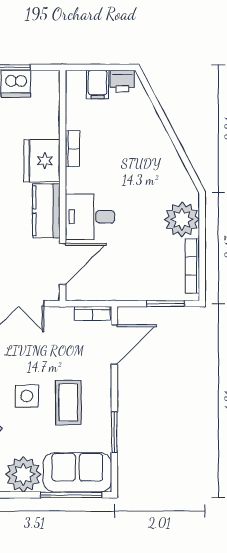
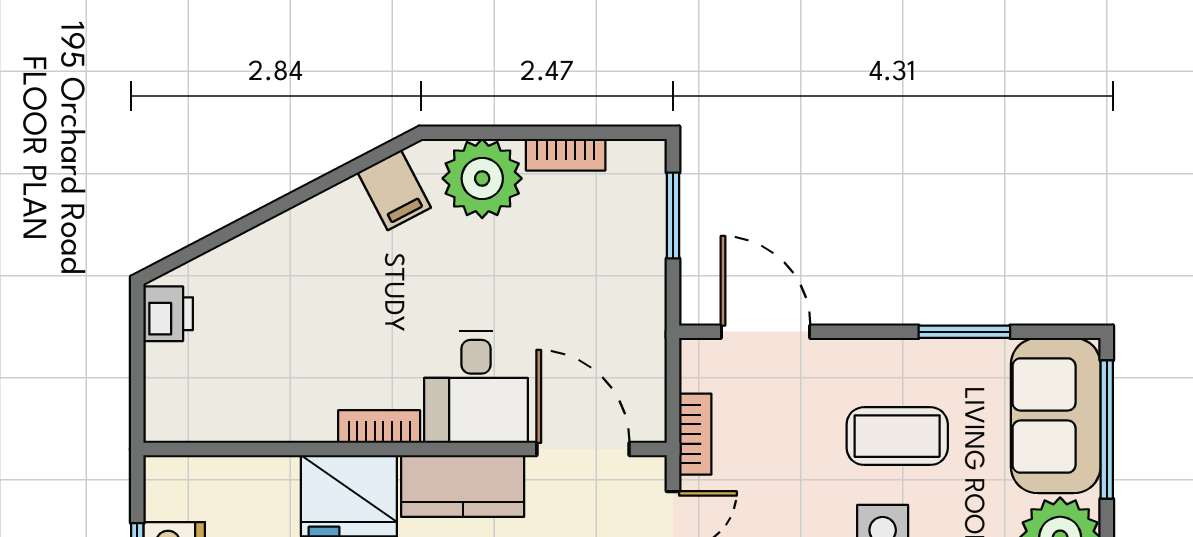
filing cabinet: (98, 84) -> (394, 190), moved, turned 62
bookcase: (72, 149) -> (379, 427), moved
bookcase: (192, 266) -> (566, 155), width x0.64
bookcase: (92, 313) -> (695, 434), moved

